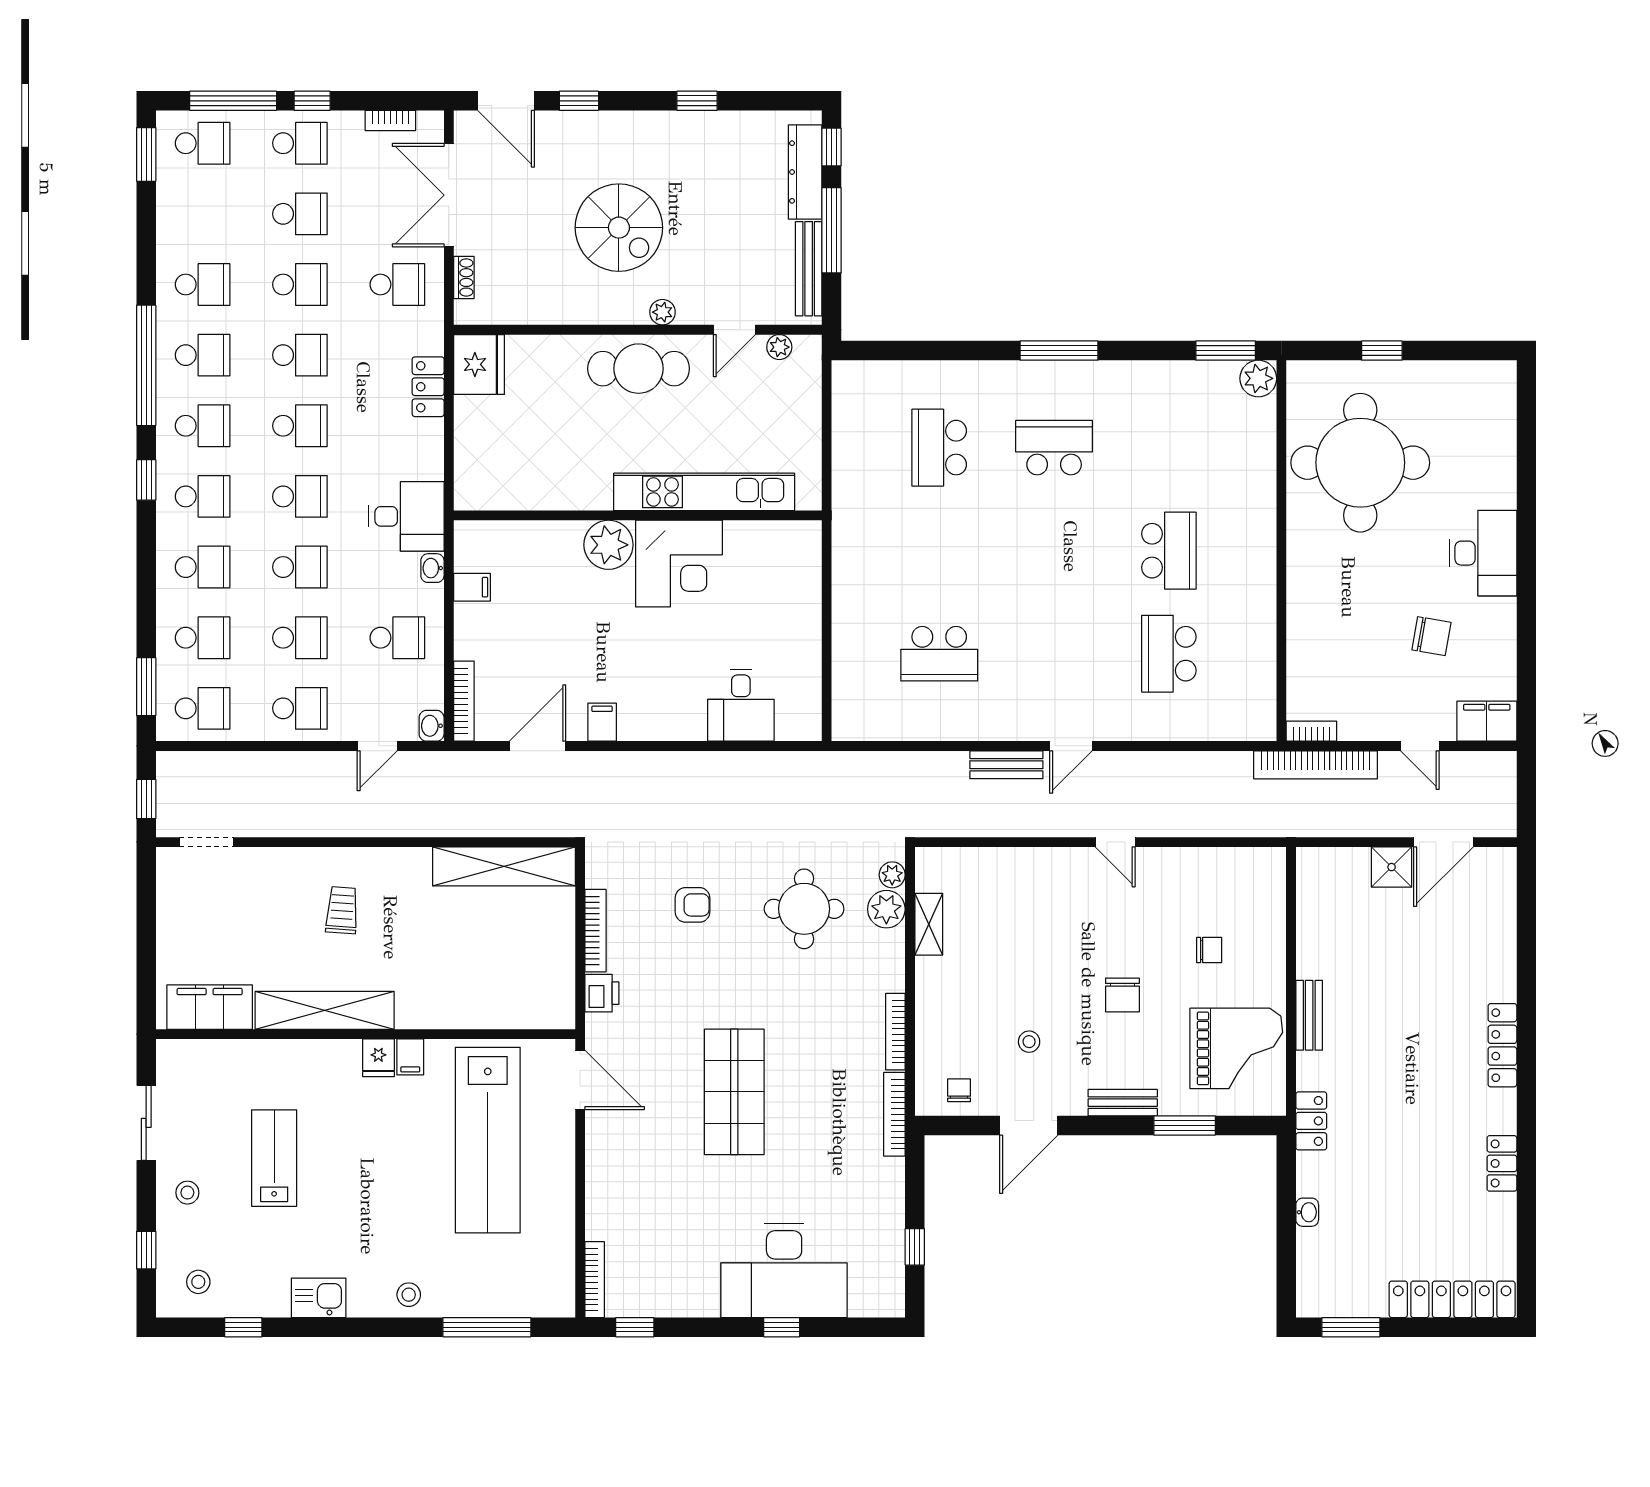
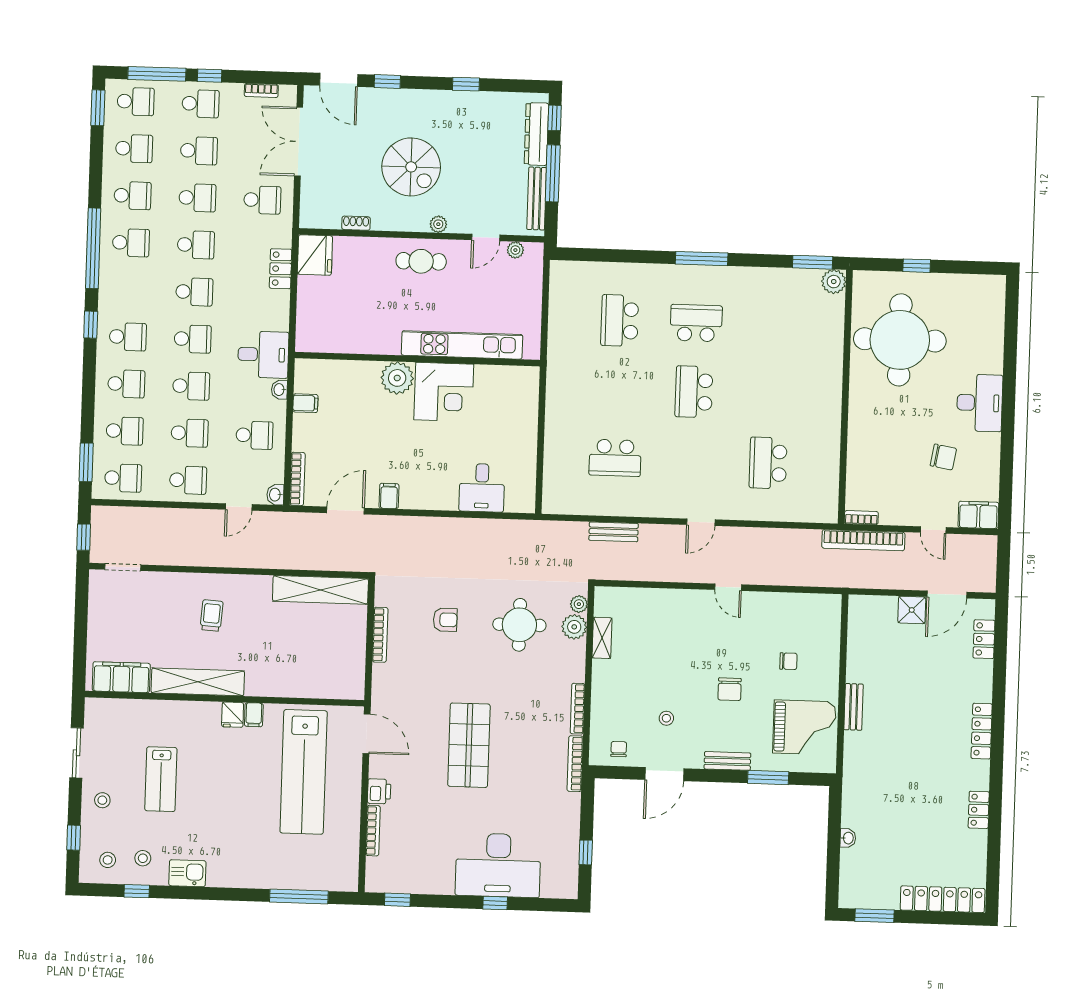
shoe rack: (464, 278) -> (356, 223), moved, turned -90
cafe table: (639, 369) -> (421, 261), width x0.73, depth x0.74
school desk: (203, 426) -> (134, 149), moved
school desk: (1169, 551) -> (694, 392), moved, turned 180
bench: (1006, 765) -> (614, 532), moved
printer: (602, 993) -> (379, 791), moved
locker: (1311, 1121) -> (984, 639), moved, turned 180
lab bench: (274, 1158) -> (161, 779), turned 180
bookcase: (595, 1280) -> (373, 831), moved
stool: (409, 1295) -> (143, 858), moved

